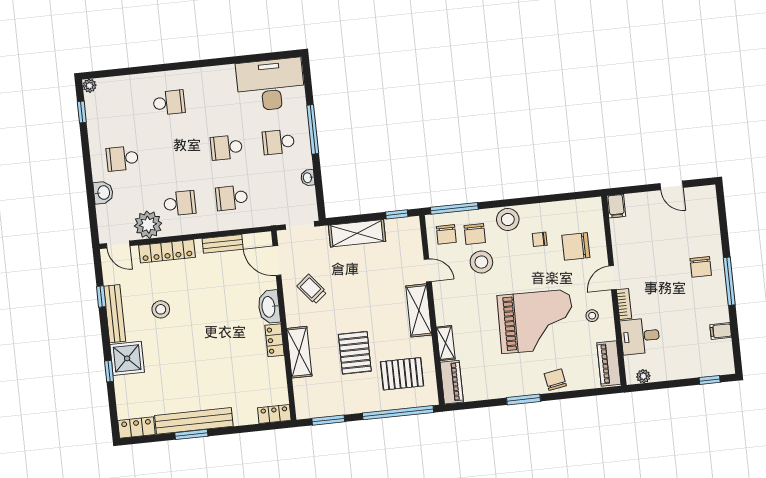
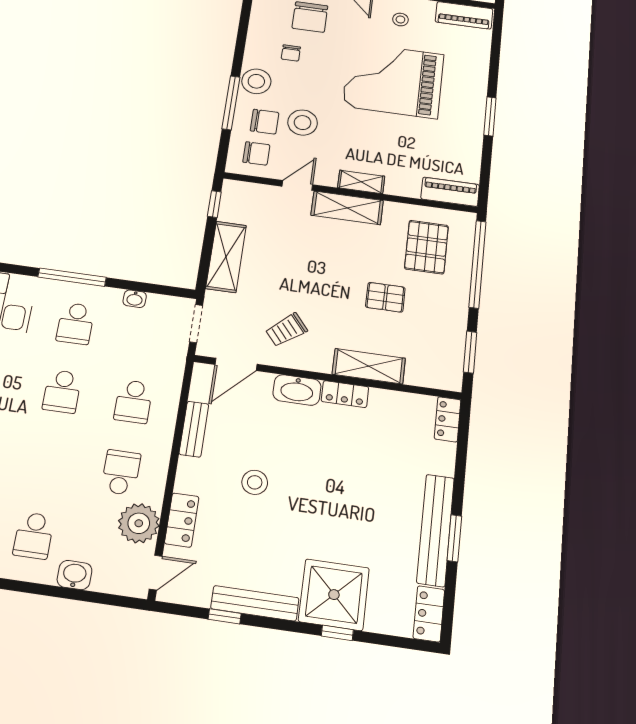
window: (454, 208) -> (231, 103), moved
locker: (167, 251) -> (182, 520), width x0.66
stool: (161, 309) -> (255, 482), moved
grand piano: (536, 321) -> (393, 80), turned -91
shelving: (446, 343) -> (361, 182), moved
pallet: (355, 353) -> (385, 297), width x0.67, depth x0.71
shower: (127, 358) -> (334, 595), width x1.37, depth x1.37
chair: (555, 380) -> (472, 76), removed

